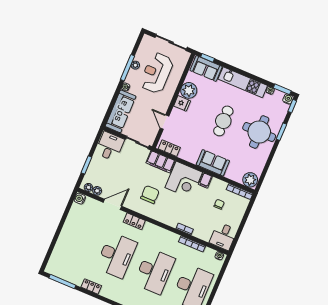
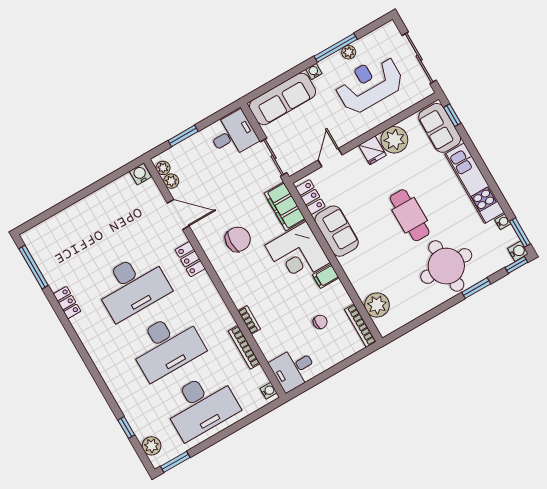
cafe table: (223, 121) -> (410, 215), turned 90
sofa: (213, 163) -> (337, 231), moved
plant: (250, 180) -> (377, 305), moved

